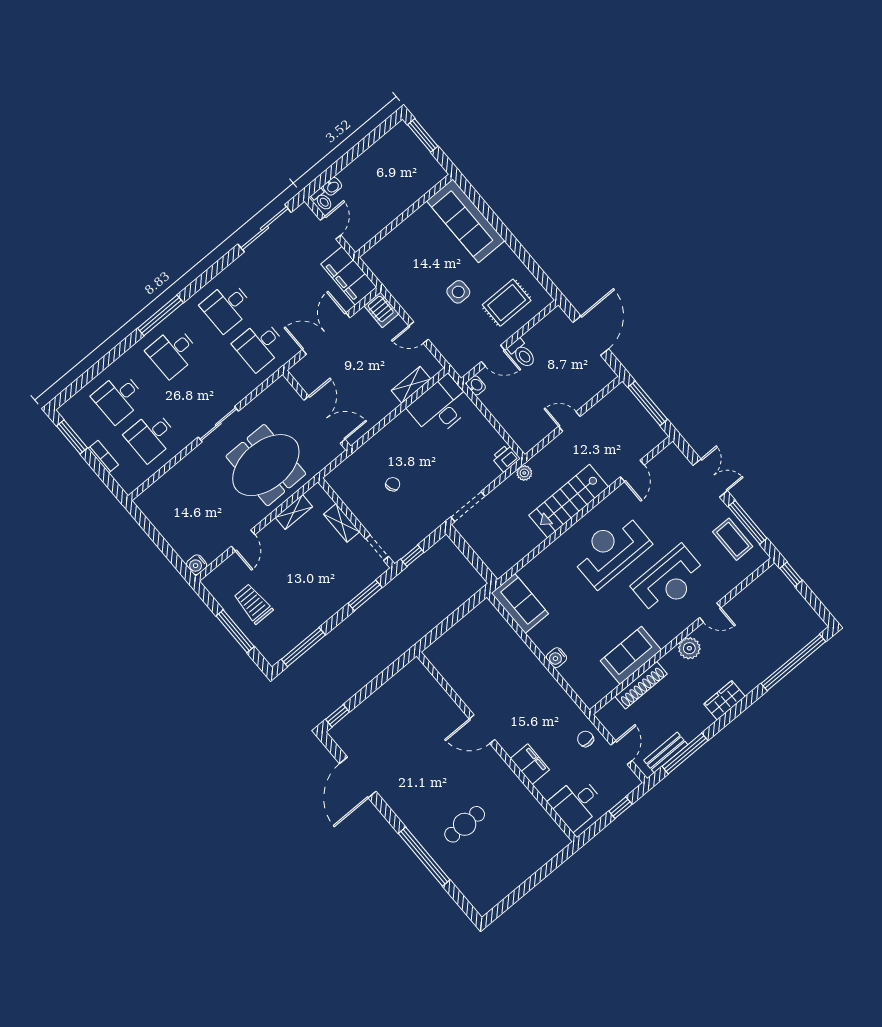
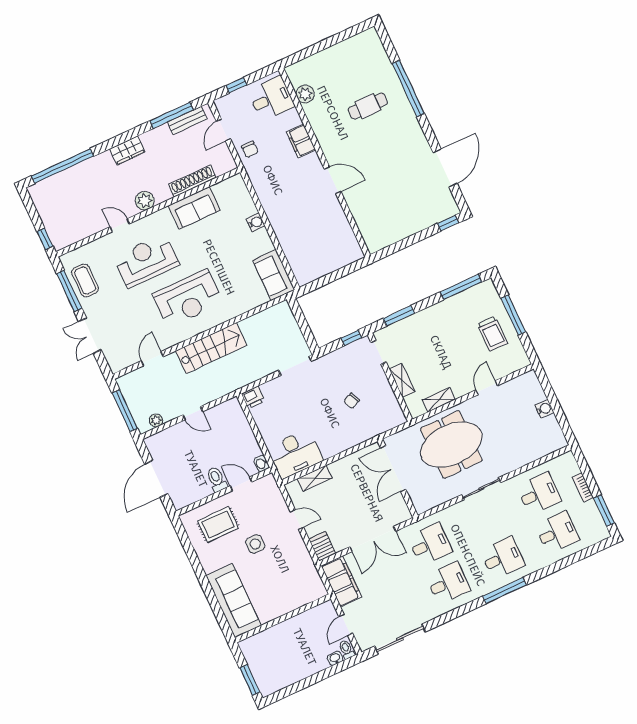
plant: (524, 473) -> (156, 420), moved
water cooler: (197, 565) -> (544, 409), moved
plant: (540, 819) -> (305, 94), added

